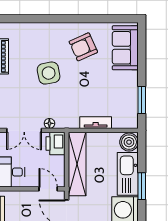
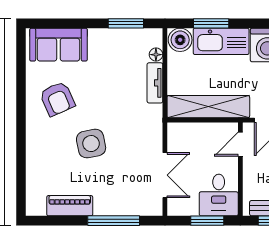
floor lamp: (49, 123) -> (156, 55), moved
printer: (55, 144) -> (182, 135), removed
window: (142, 186) -> (211, 23), moved

